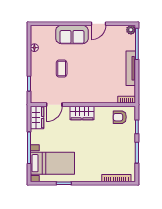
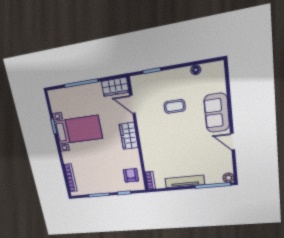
bed with nightstands: (52, 163) -> (78, 130), moved, turned -90

